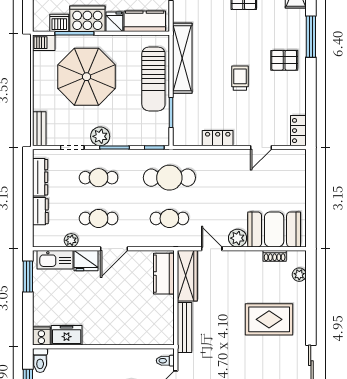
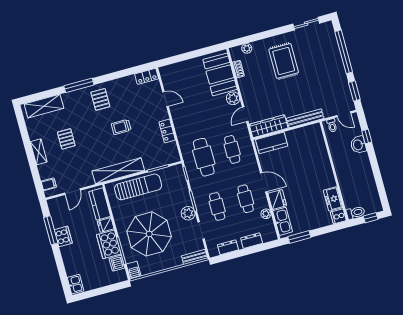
dresser: (40, 177) -> (228, 247), width x0.70

